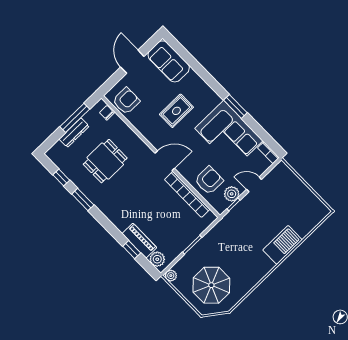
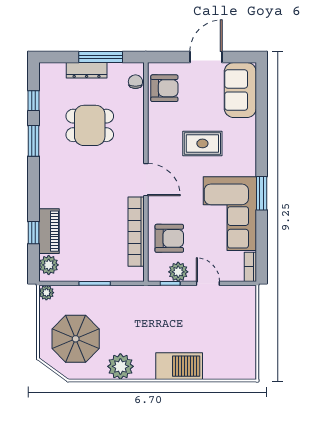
plant: (251, 276) -> (120, 366), added

